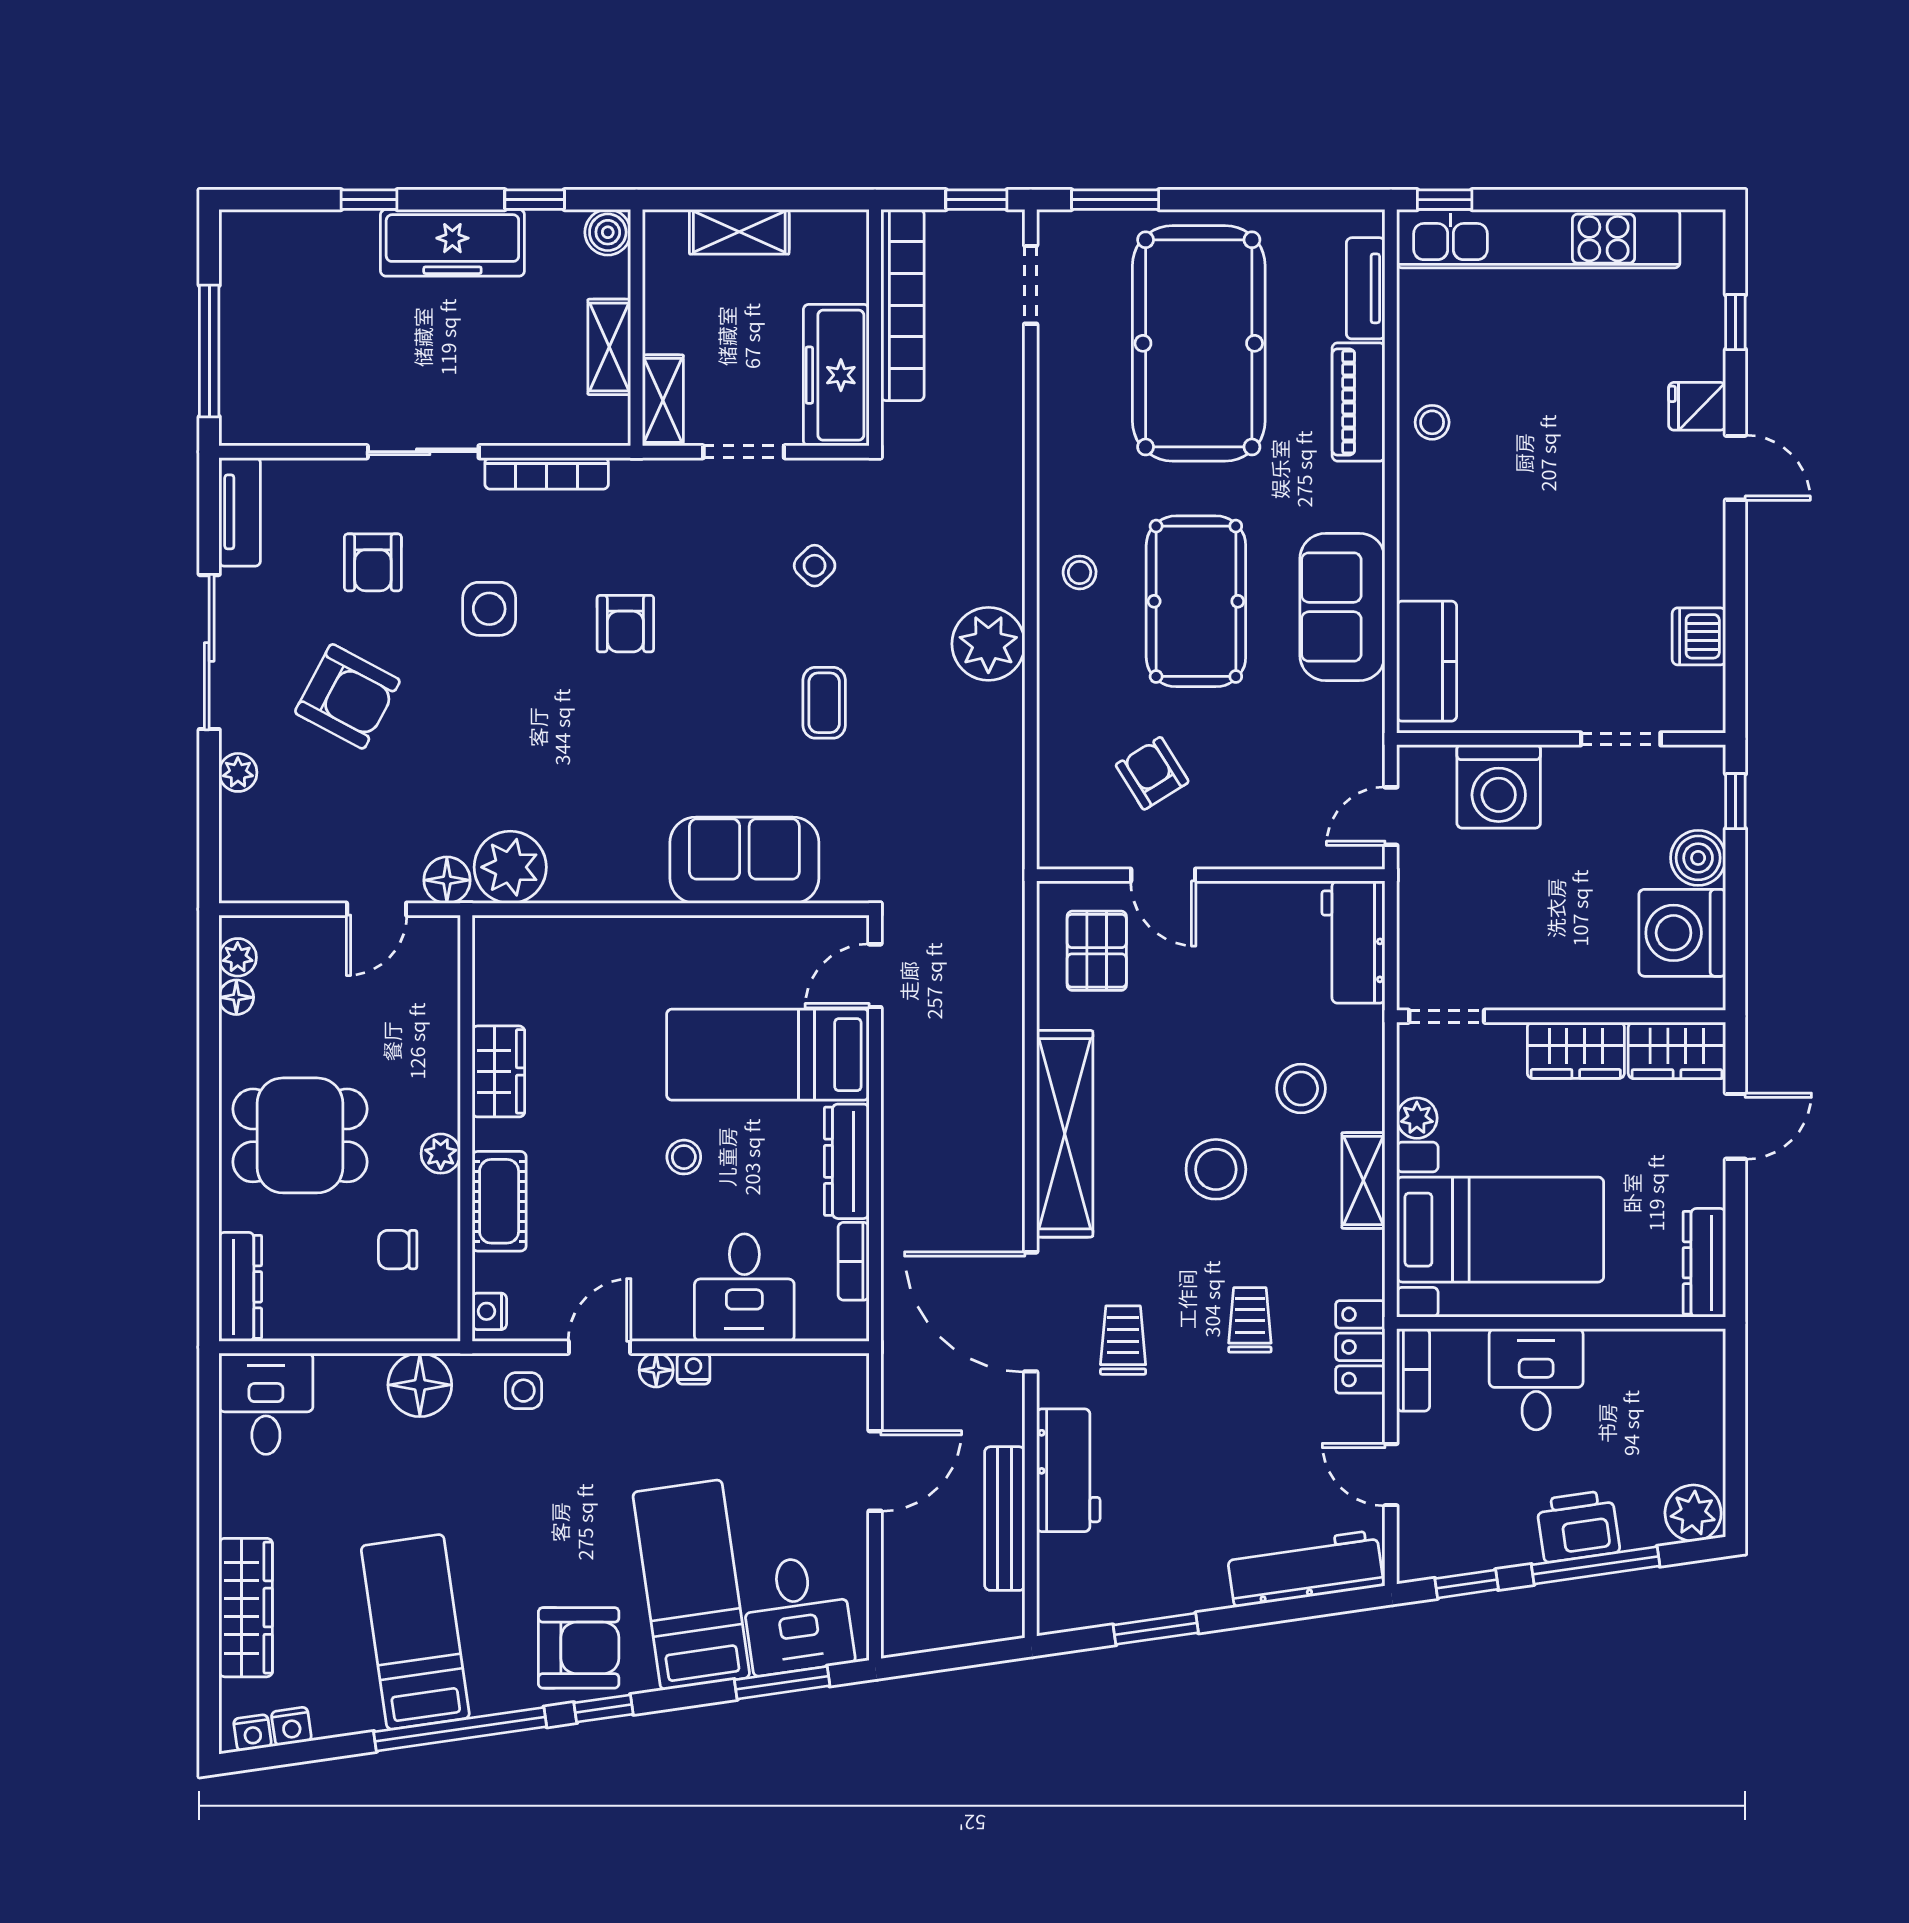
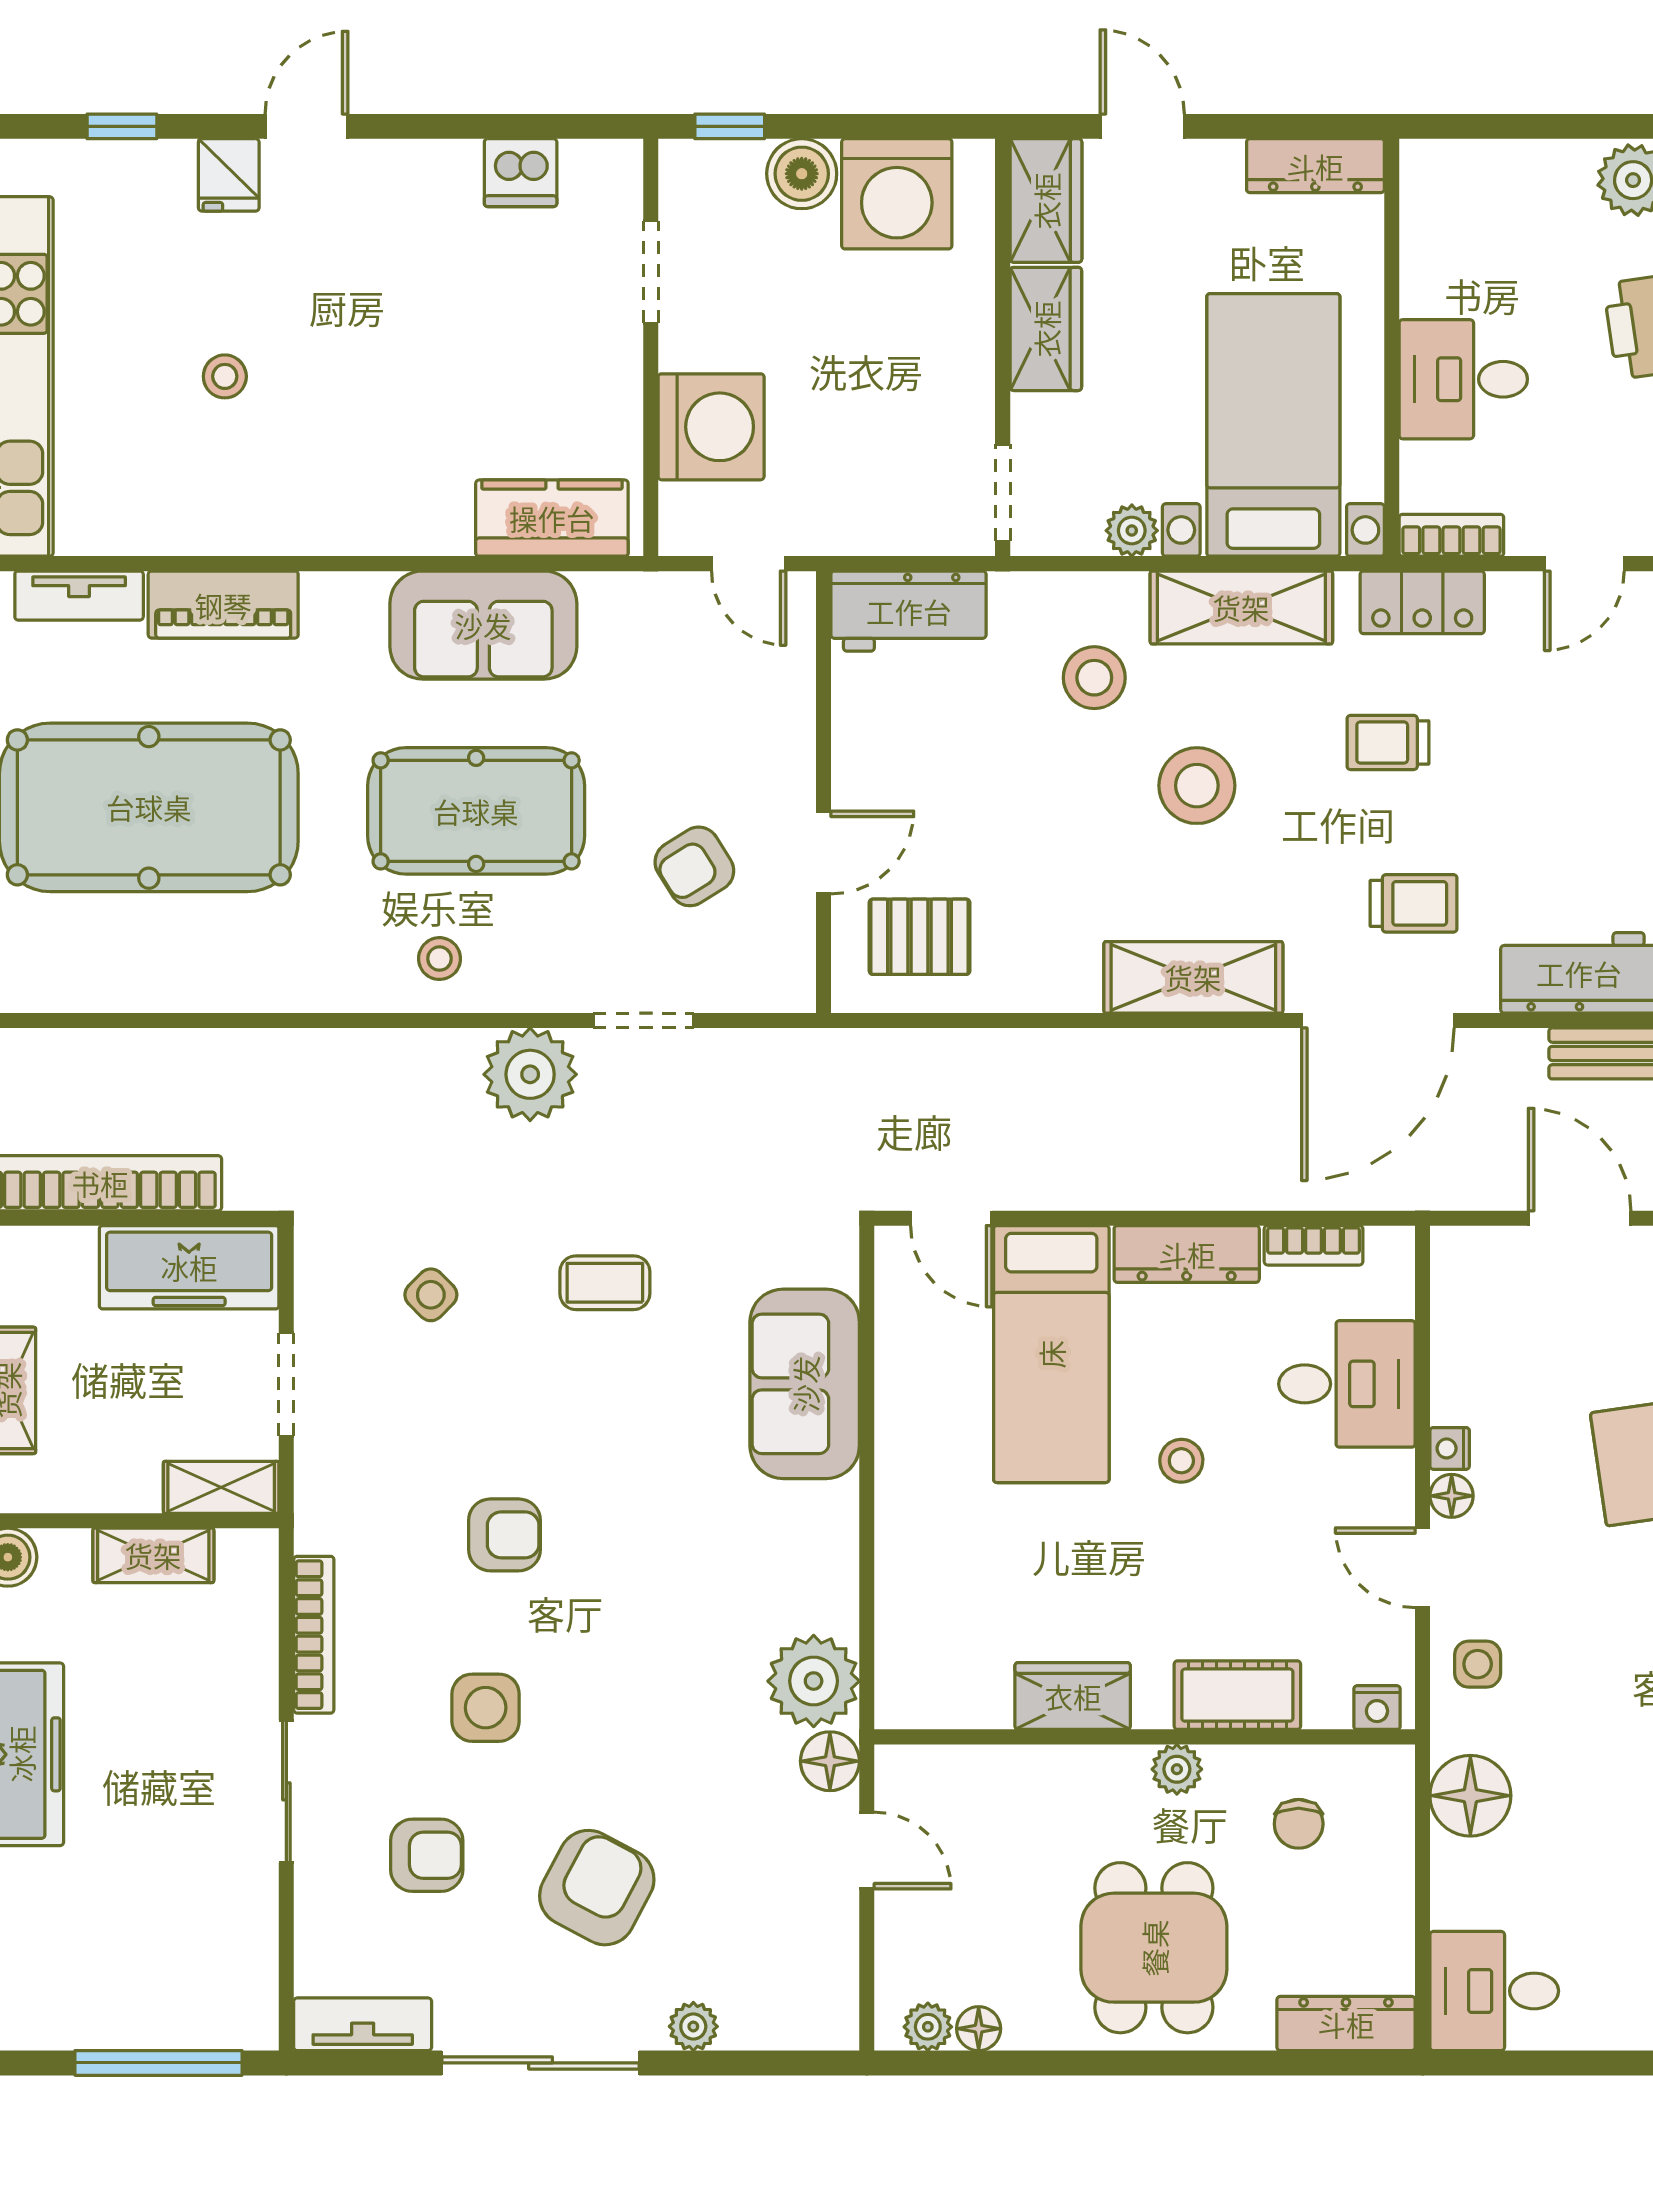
doorway: (1031, 285) -> (643, 1021), moved
stool: (1432, 422) -> (225, 376), moved
shelving: (1065, 1134) -> (1193, 977), width x0.68
shelving: (1363, 1180) -> (1241, 607), width x1.50, depth x1.33
trolley: (1123, 1340) -> (1414, 903), turned 180

